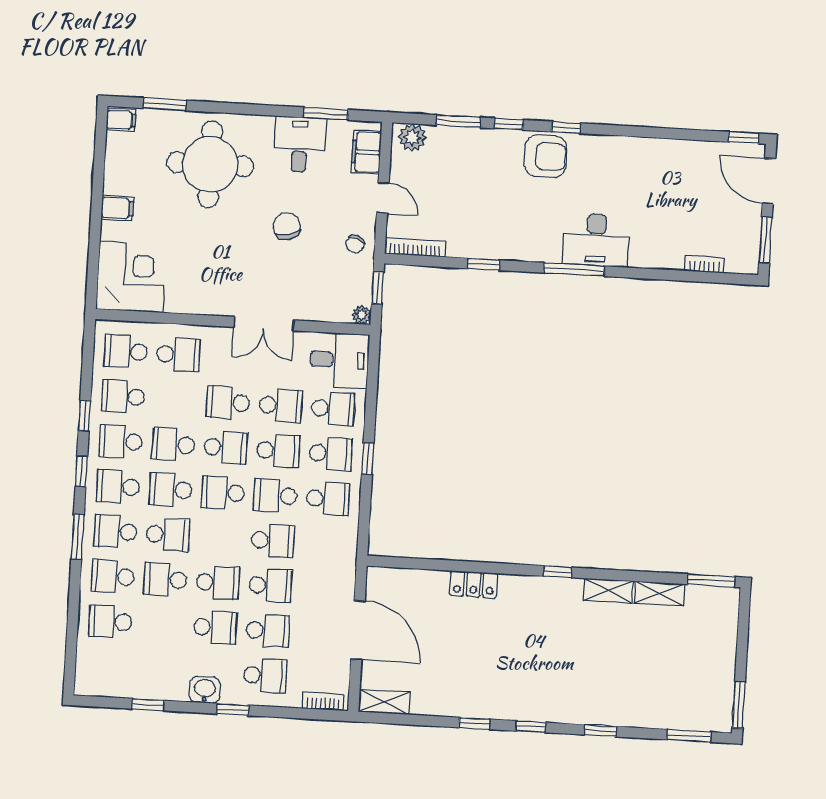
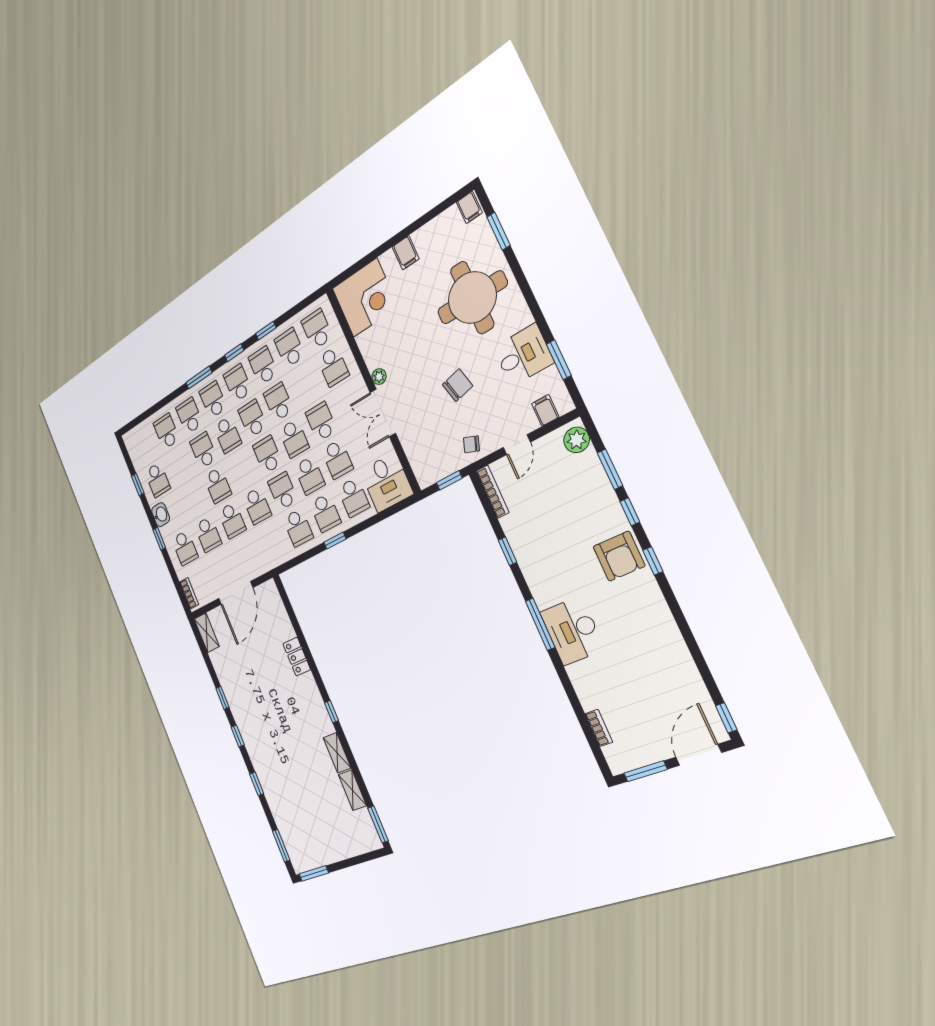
filing cabinet: (366, 152) -> (545, 410), width x0.50
plant: (362, 315) -> (379, 377), moved
school desk: (215, 628) -> (158, 480), moved

